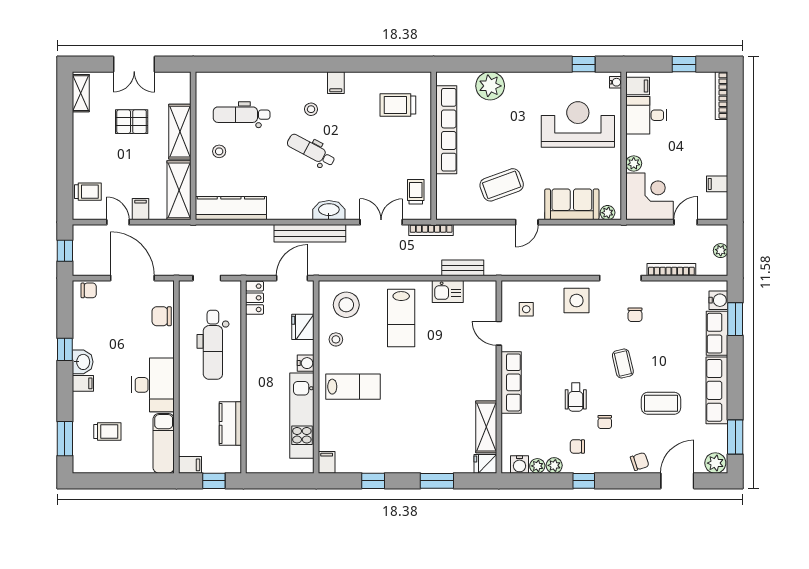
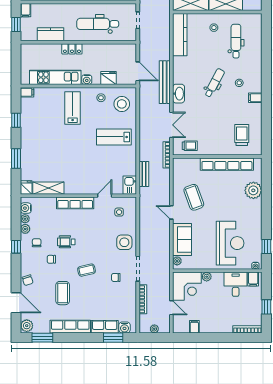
kitchen sink: (448, 291) -> (130, 185), moved
locker: (255, 298) -> (72, 49), moved
lab bench: (353, 387) -> (73, 108), turned 180

